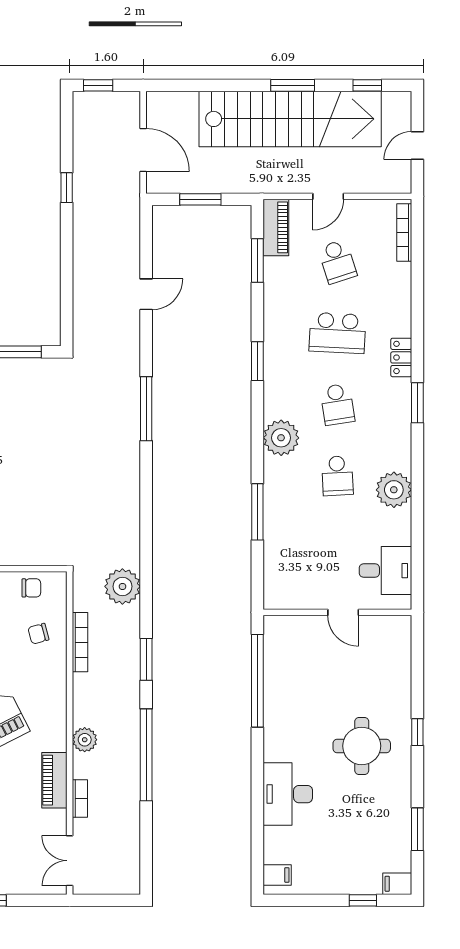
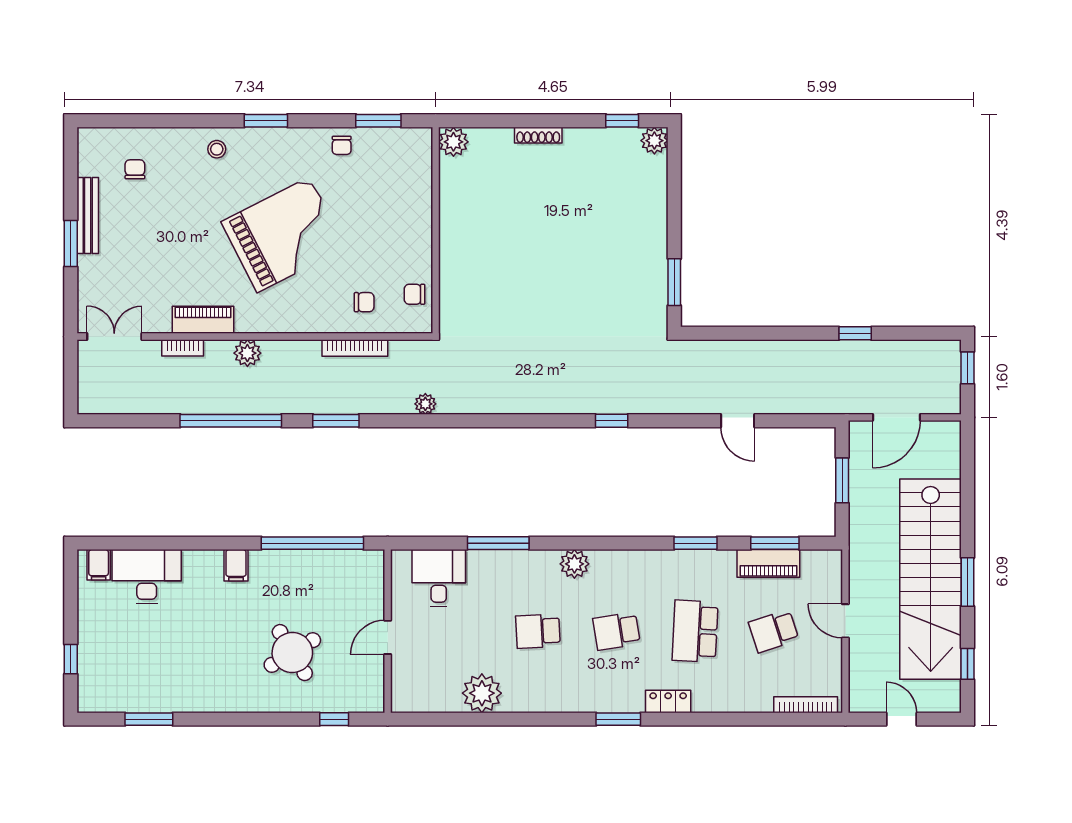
piano: (276, 227) -> (768, 563), moved
window: (257, 361) -> (696, 543), moved
window: (146, 409) -> (612, 421), width x0.46
plant: (281, 438) -> (574, 564), width x0.73, depth x0.73
plant: (394, 490) -> (482, 693), moved
desk: (386, 571) -> (439, 578), moved, turned 180
plant: (122, 586) -> (425, 404), width x0.53, depth x0.53
chair: (31, 588) -> (414, 294), turned 90
chair: (38, 634) -> (364, 302), turned 105
window: (417, 732) -> (334, 719), moved
round table: (362, 746) -> (292, 653), moved, turned -31
desk: (288, 794) -> (147, 577), moved
filing cabinet: (397, 884) -> (236, 565), moved, turned 180

